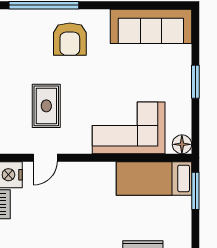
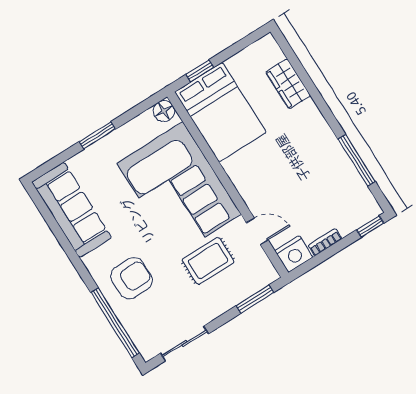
corner sofa: (129, 128) -> (179, 189), width x1.36, depth x1.36
bed: (154, 178) -> (220, 112), width x1.50
window: (195, 191) -> (200, 71), width x0.67

